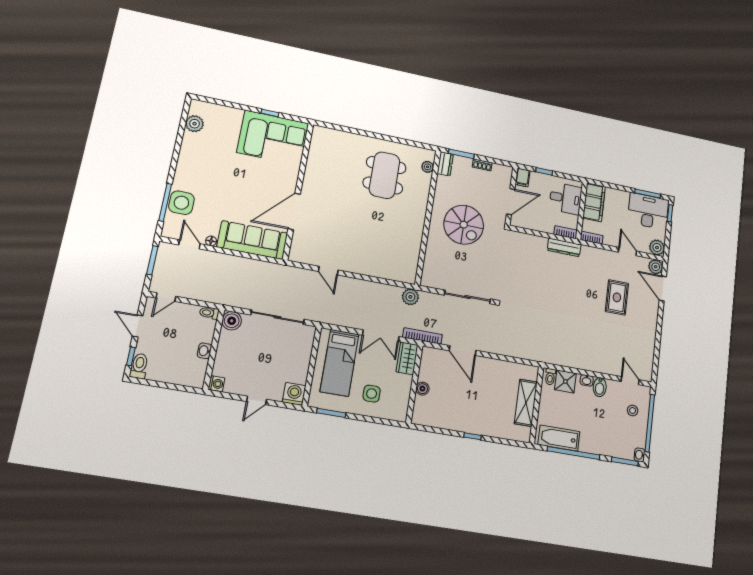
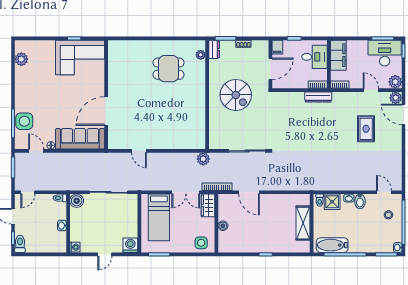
dining table: (384, 175) -> (169, 69), width x0.73
side table: (372, 394) -> (201, 243), moved

